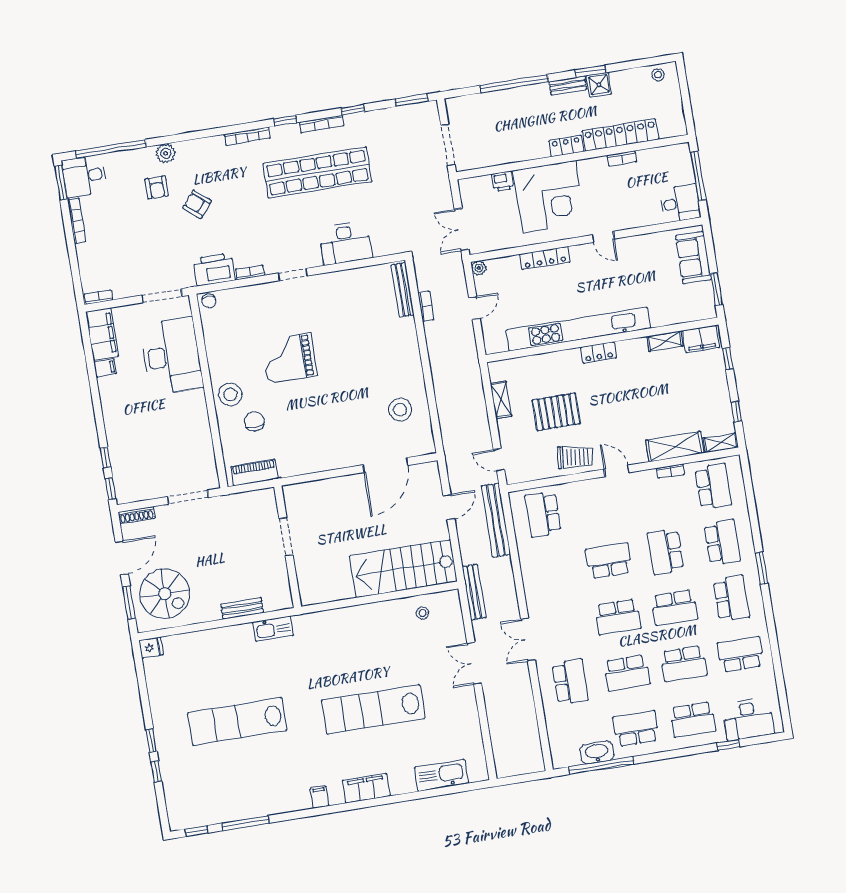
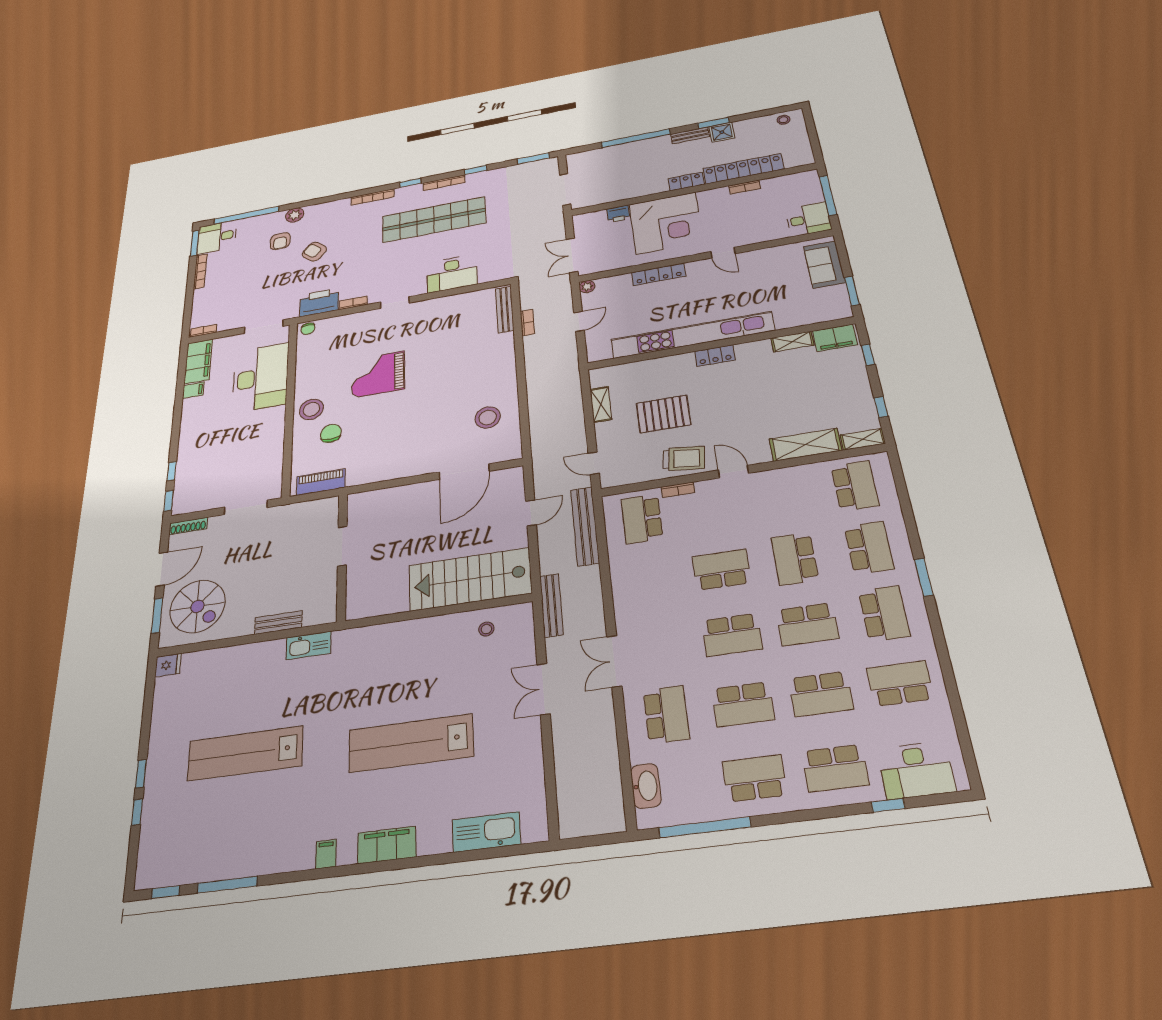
bookcase: (671, 471) -> (678, 490), moved
washbasin: (597, 752) -> (646, 786), moved, turned 90

